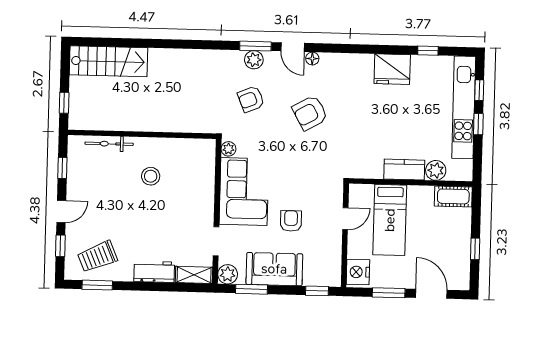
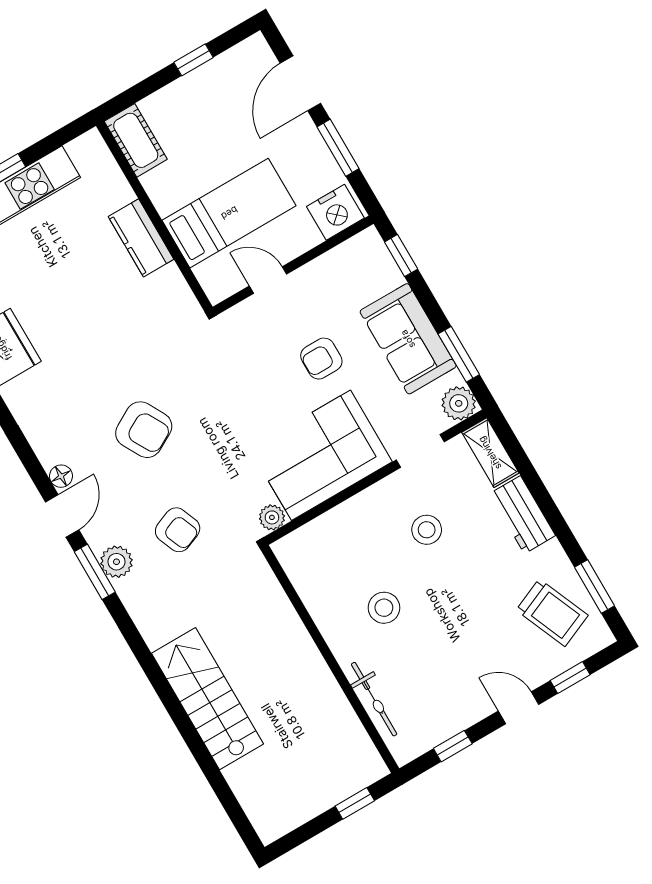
stairs: (108, 61) -> (207, 699), moved
plant: (436, 170) -> (113, 190), removed
stool: (176, 220) -> (427, 530), added

